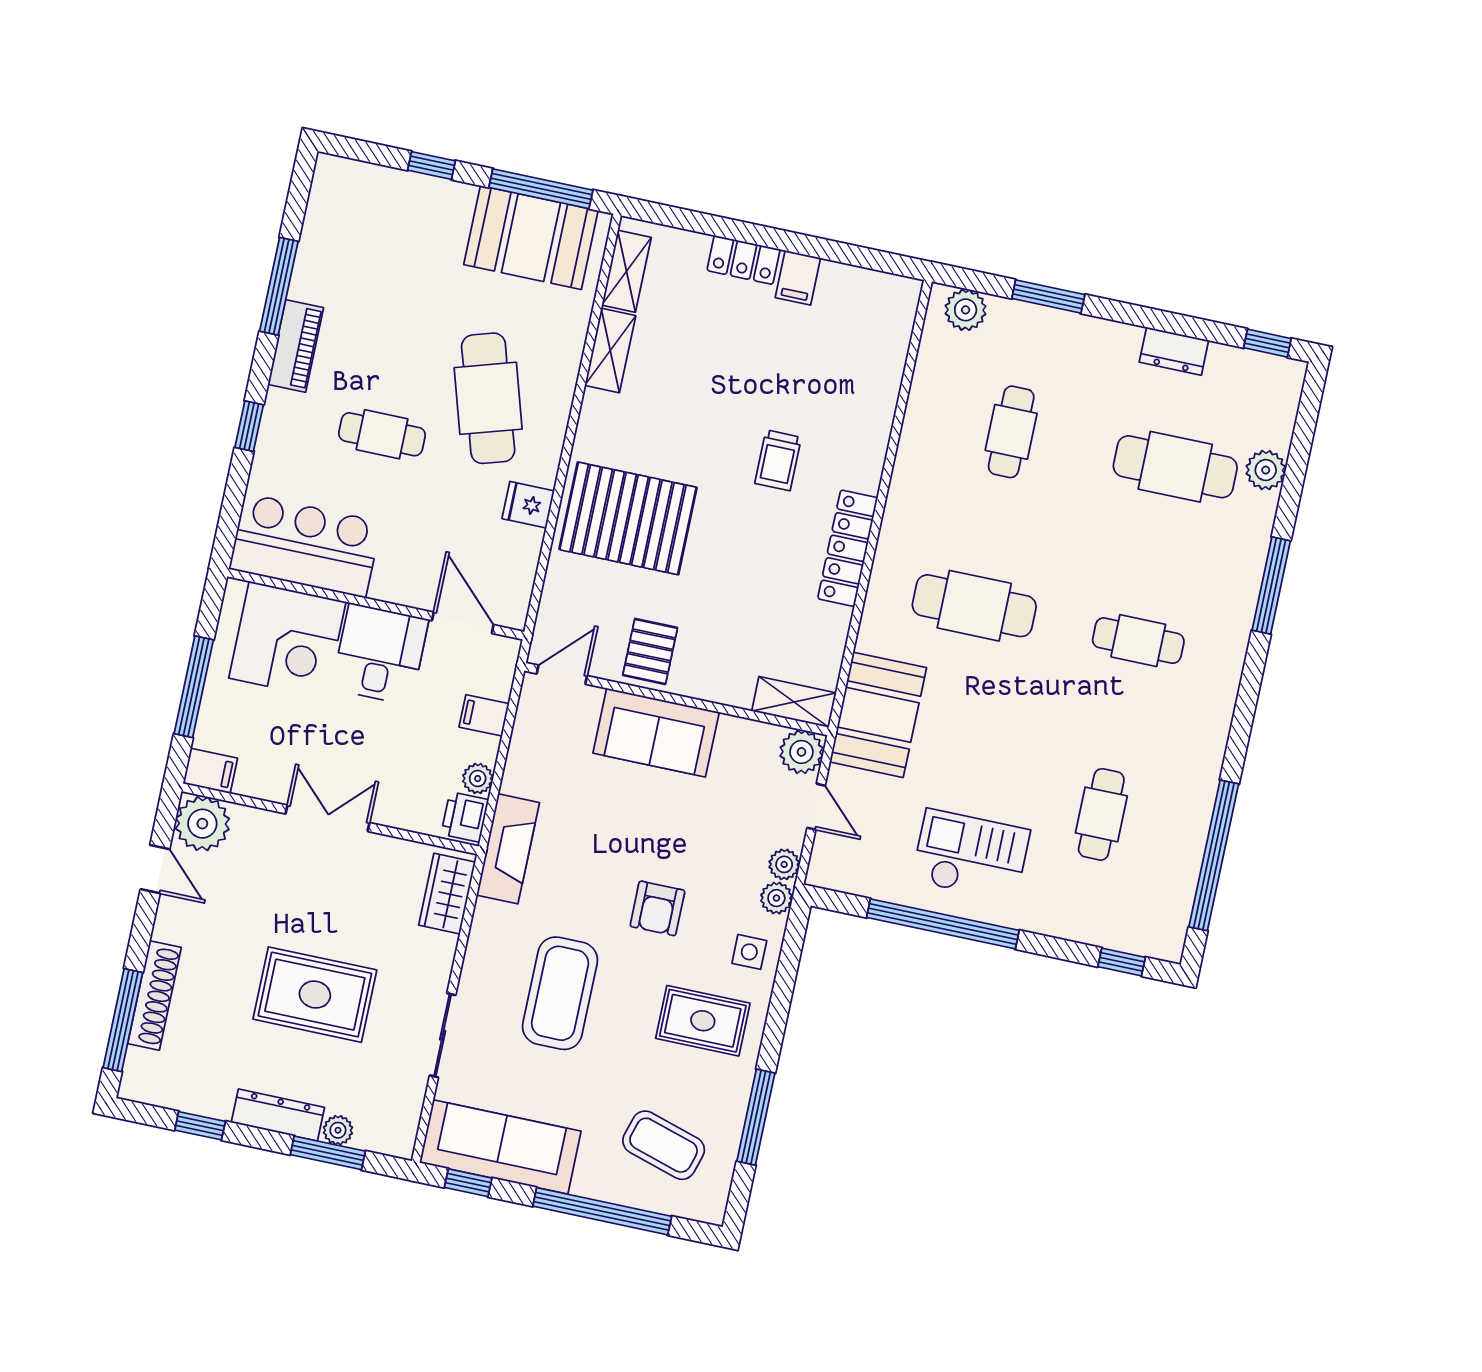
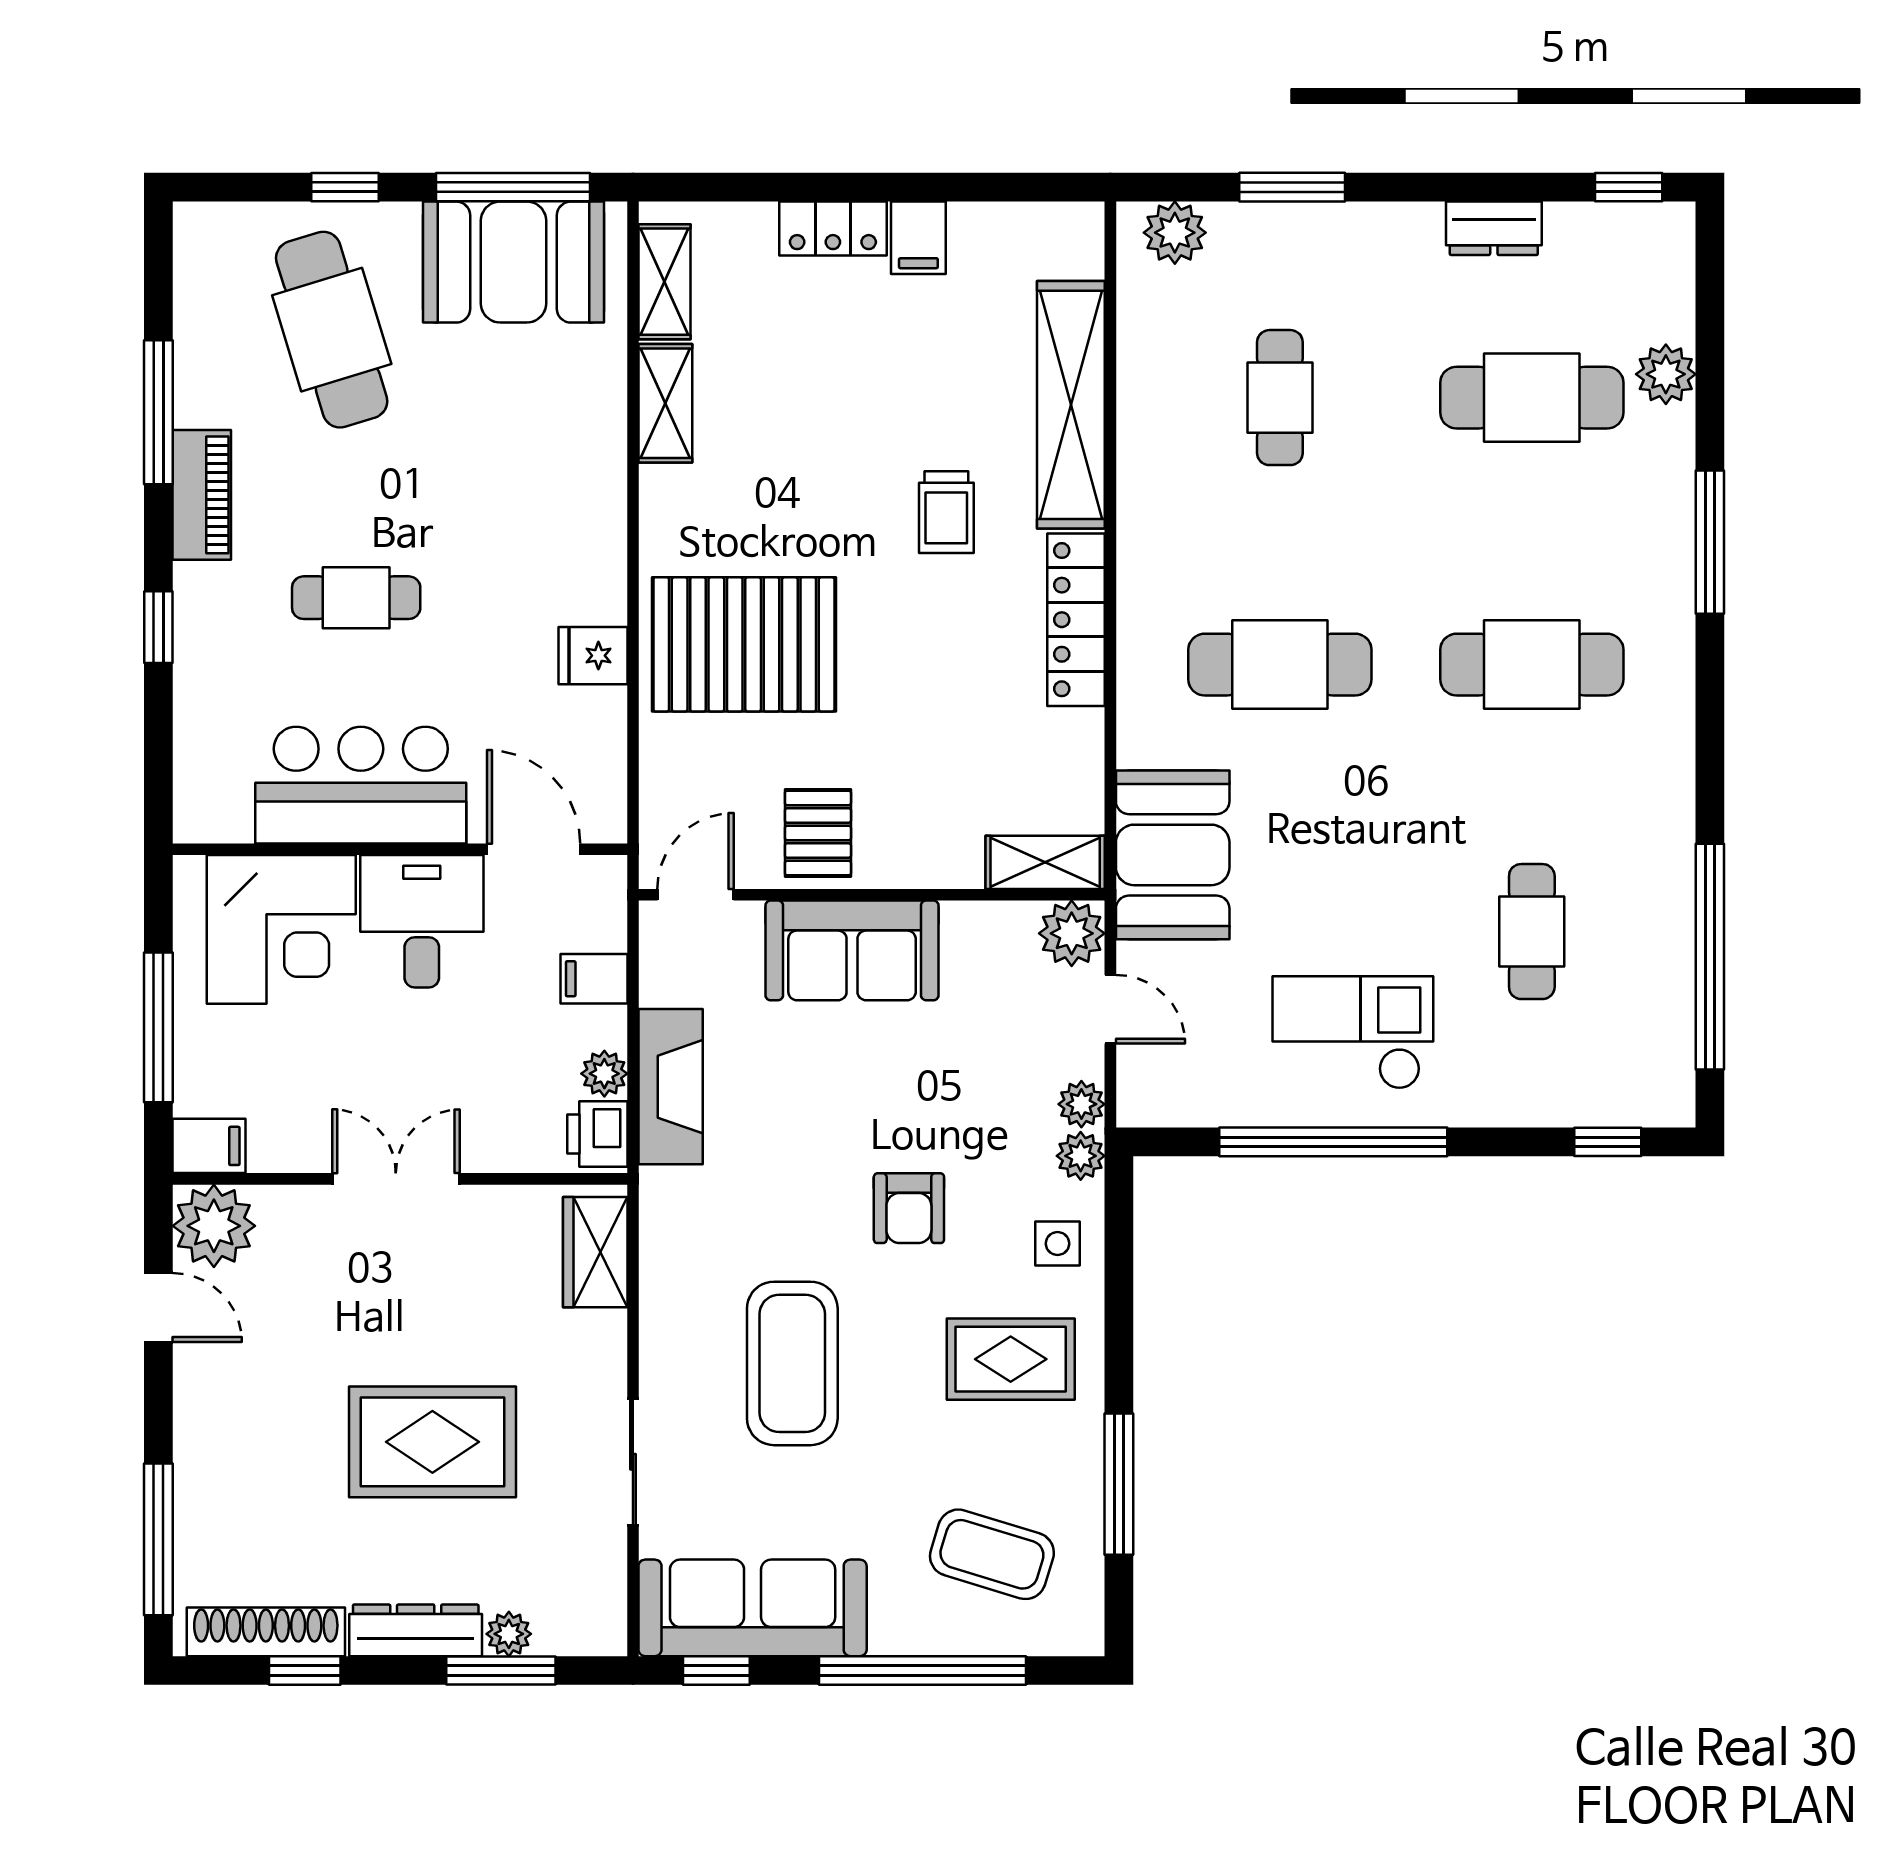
cafe table: (488, 398) -> (332, 330), moved
shelving: (874, 408) -> (1071, 405), added
bar counter: (305, 545) -> (361, 785), moved
cafe table: (1138, 641) -> (1532, 665), width x1.37, depth x1.35
fireplace: (508, 849) -> (671, 1087), moved
shoe rack: (154, 995) -> (266, 1632), moved, turned -90

